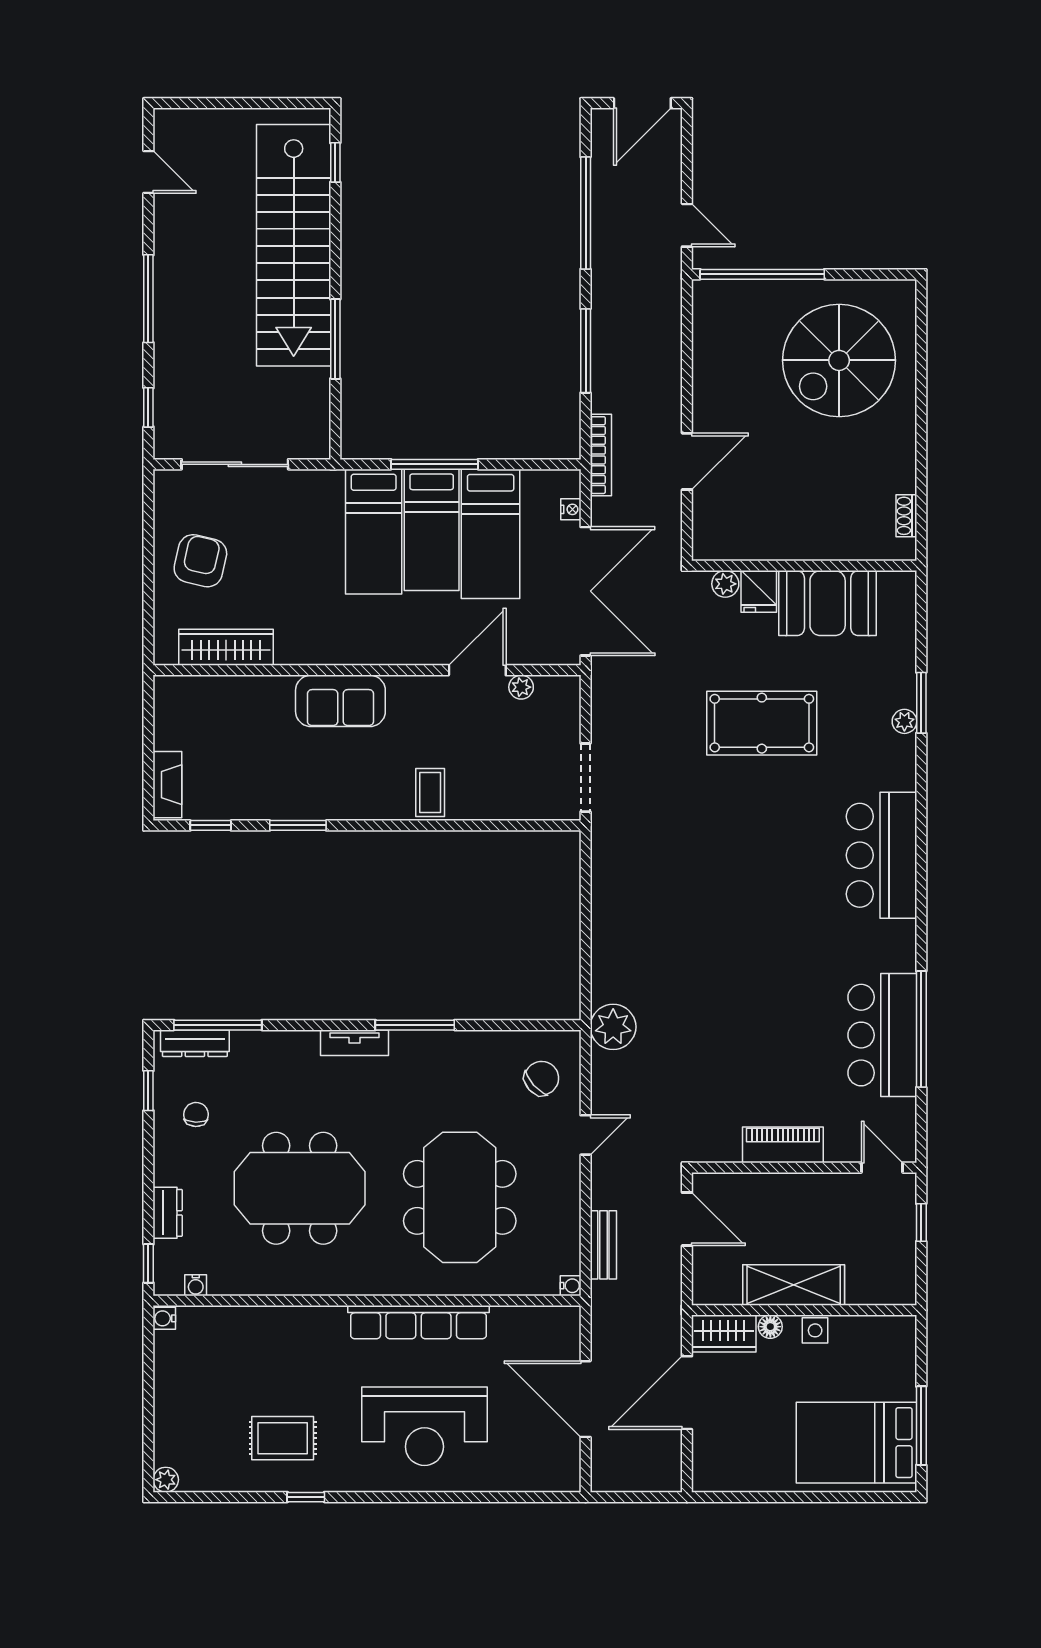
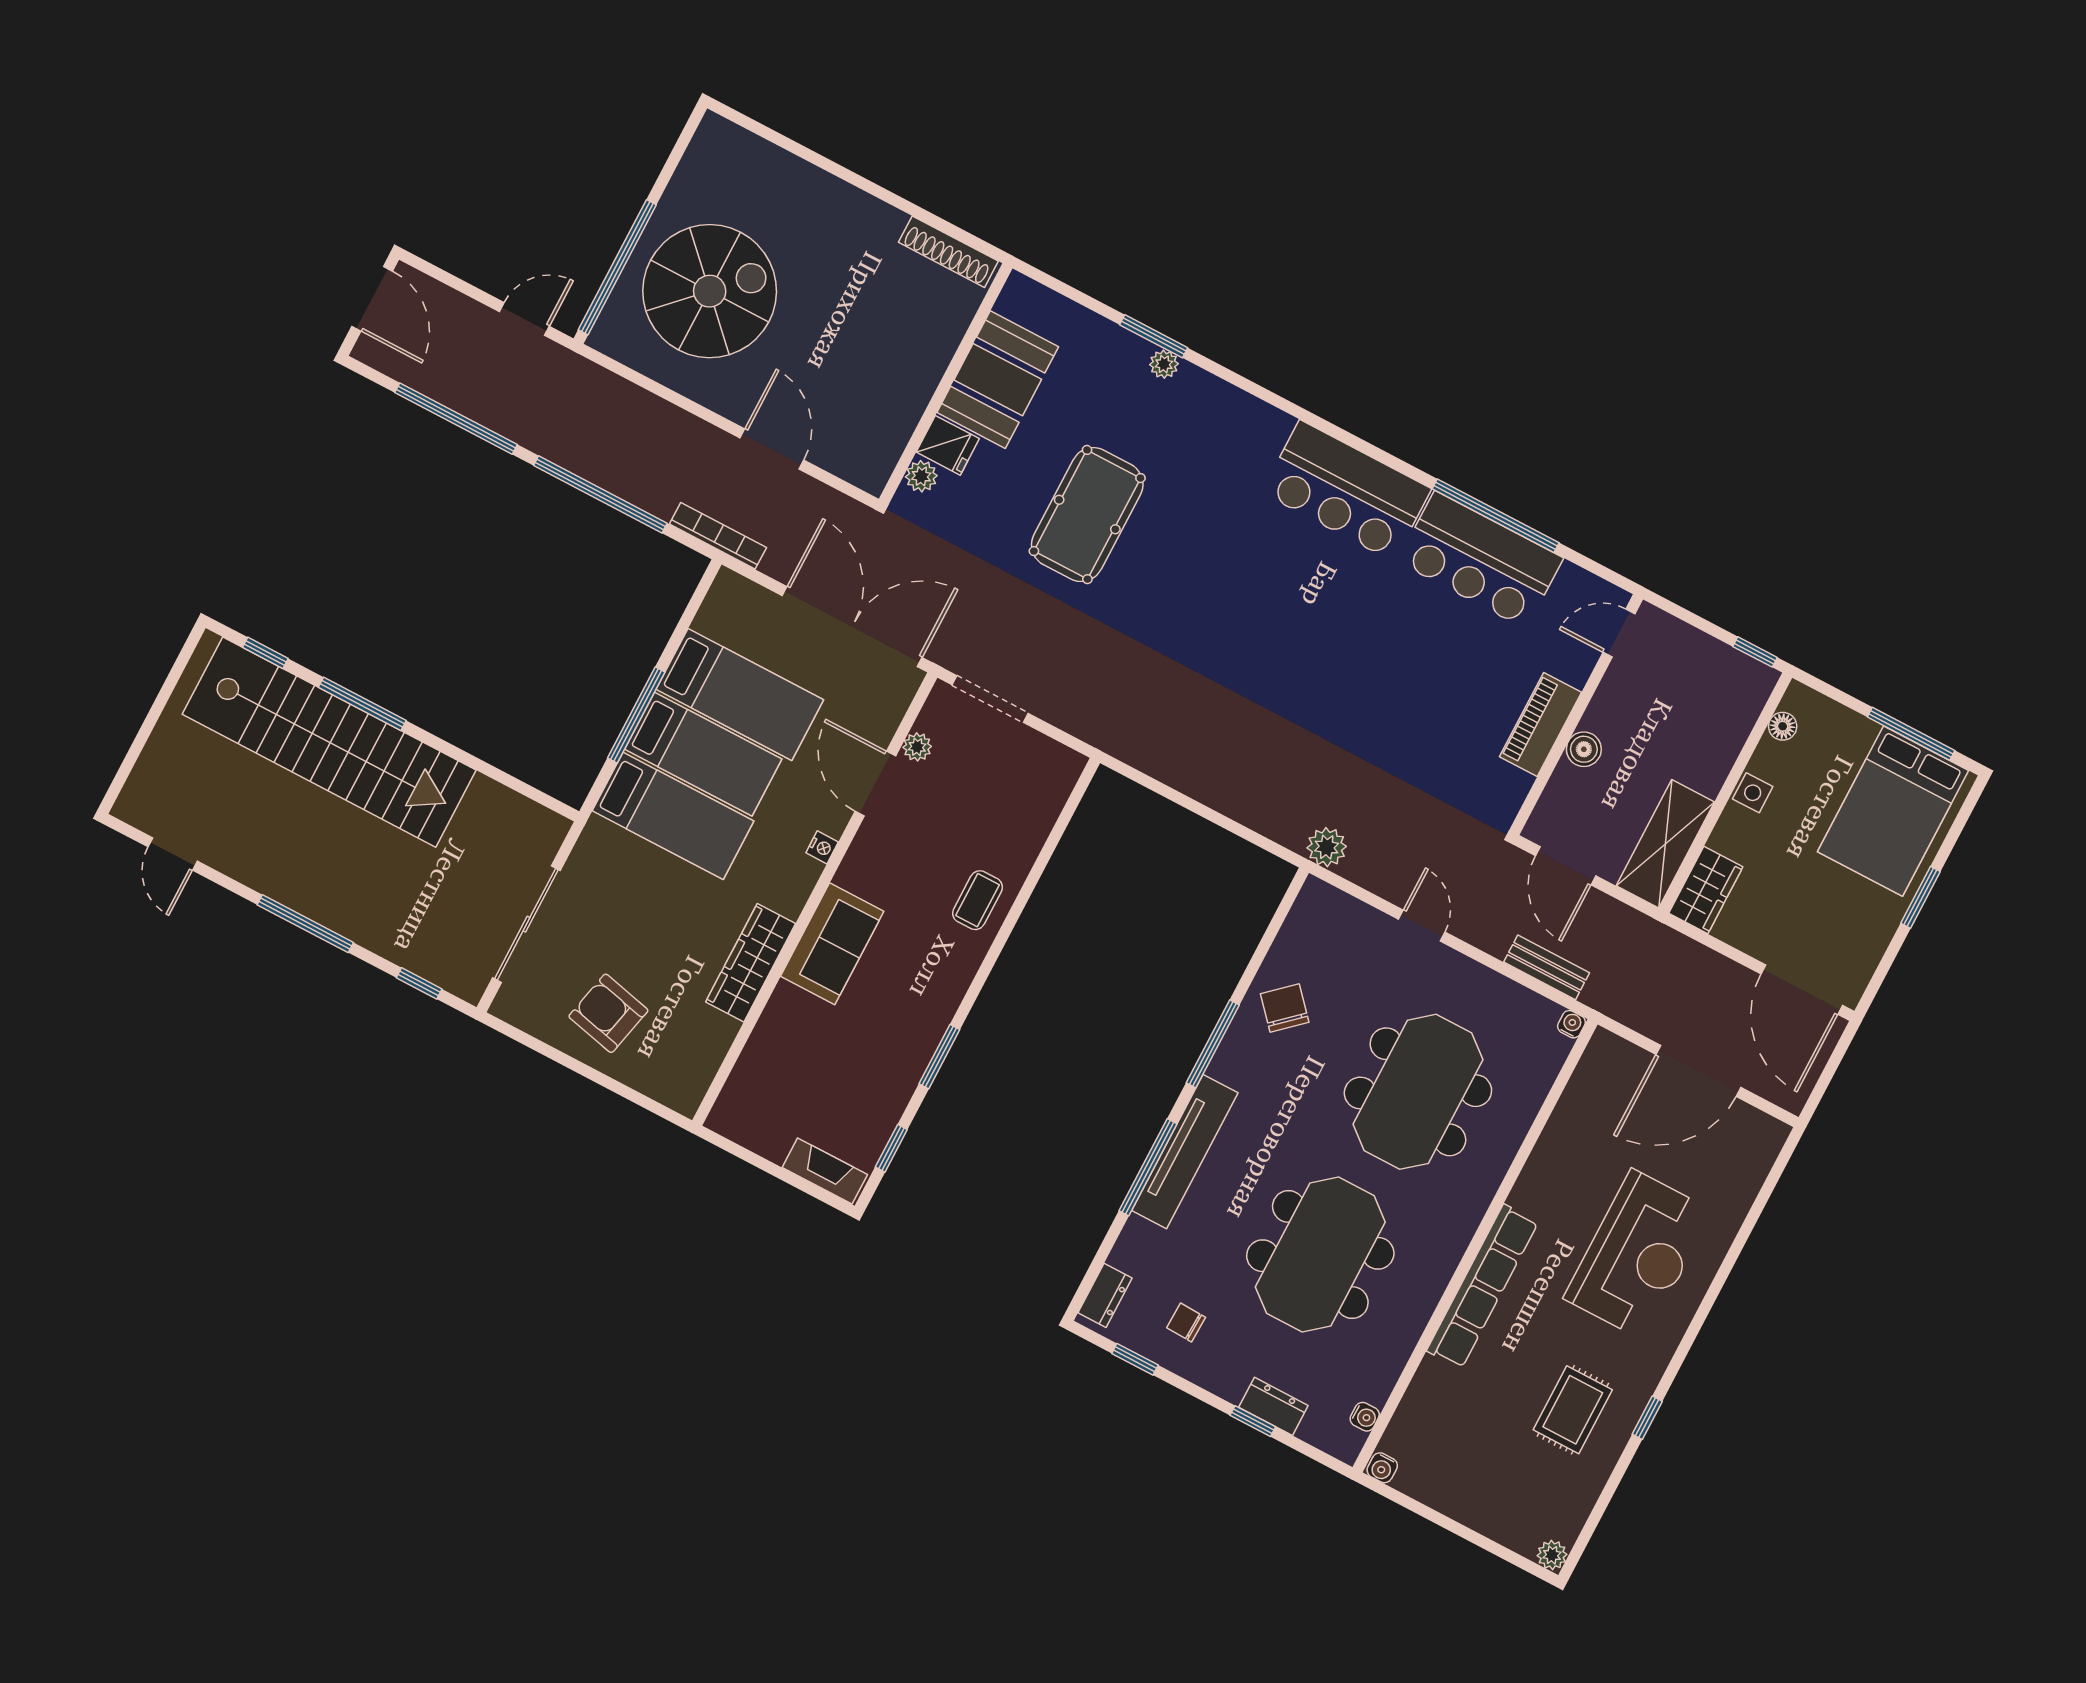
door: (148, 172) -> (173, 854), swing flipped
window: (335, 339) -> (362, 704), moved
window: (586, 351) -> (600, 494), width x1.46
spiral stairs: (839, 360) -> (710, 291), moved, turned -90
nightstand: (571, 509) -> (822, 847), moved, turned 90
shoe rack: (906, 516) -> (948, 252), width x1.94, depth x1.24
wardrobe: (226, 647) -> (751, 963), moved
doorway: (586, 778) -> (990, 699), moved
coffee table: (430, 793) -> (978, 900), turned 90
bar counter: (882, 855) -> (1346, 491), moved
window: (218, 1025) -> (1148, 1167), moved
plant: (613, 1027) -> (1327, 847), width x0.73, depth x0.73
dresser: (195, 1043) -> (1105, 1295), width x0.70
tv unit: (355, 1043) -> (1185, 1152), width x1.92, depth x1.29
chair: (542, 1078) -> (1285, 1008), moved
boiler: (781, 1187) -> (1584, 749), added
meeting table: (460, 1197) -> (1418, 1092), turned 90
door: (687, 1219) -> (1566, 866), swing flipped
window: (921, 1222) -> (1755, 652), moved
window: (148, 1263) -> (1253, 1421), moved
shelving: (794, 1285) -> (1665, 844), moved
row of seats: (418, 1322) -> (1482, 1286), moved
floor lamp: (770, 1327) -> (1783, 726), moved
door: (687, 1393) -> (1802, 990), moved
window: (803, 1497) -> (1920, 897), added

